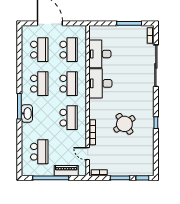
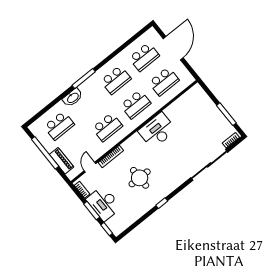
desk: (100, 54) -> (104, 203), moved, turned -90
washbasin: (27, 113) -> (73, 98), moved
round table: (124, 124) -> (140, 178), turned 35

